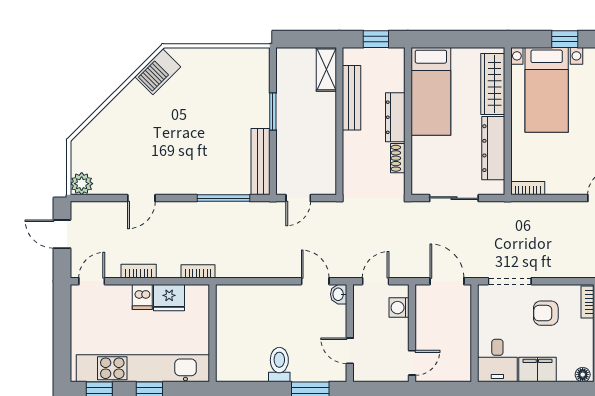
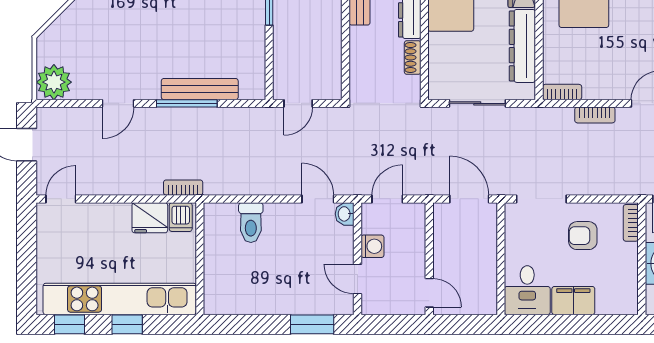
bench: (260, 162) -> (200, 89), moved, turned 90
plant: (82, 184) -> (54, 82), width x1.36, depth x1.36
window: (223, 198) -> (187, 103), moved
bookcase: (139, 271) -> (595, 115), moved, turned 180
dishwasher: (142, 297) -> (181, 217), moved
washing machine: (399, 308) -> (372, 246), moved, turned 180
door: (412, 363) -> (429, 293), hinge flipped
toilet: (279, 365) -> (251, 223), moved, turned 180
floor lamp: (583, 375) -> (625, 306), removed

